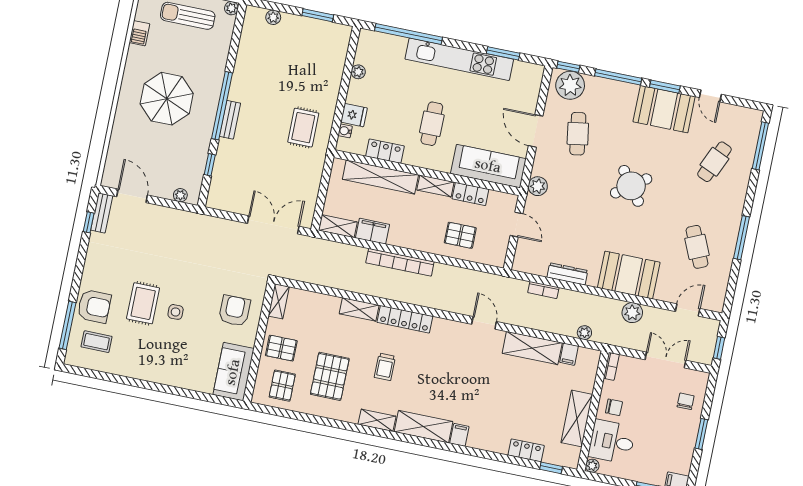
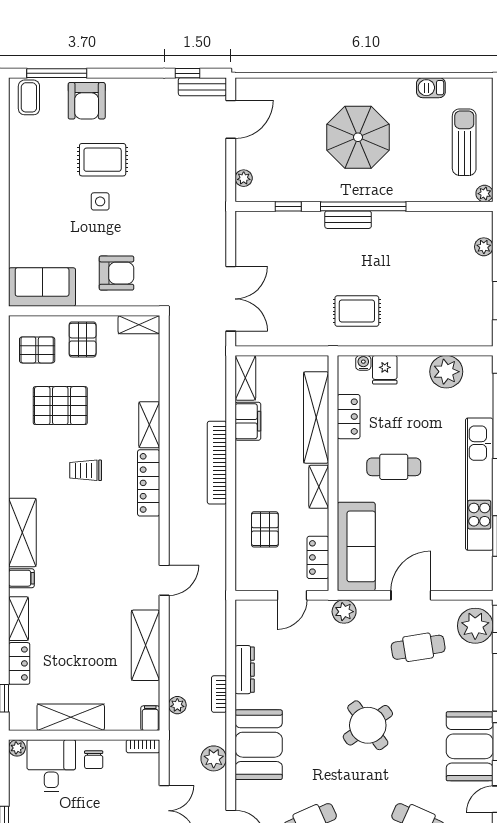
plant: (358, 72) -> (446, 372), width x1.88, depth x1.88
locker: (470, 194) -> (318, 557), moved
bookcase: (543, 290) -> (219, 694), moved
coffee table: (97, 342) -> (29, 97), moved
filing cabinet: (569, 354) -> (150, 718), moved, turned 90
shelving: (377, 420) -> (19, 619), moved

